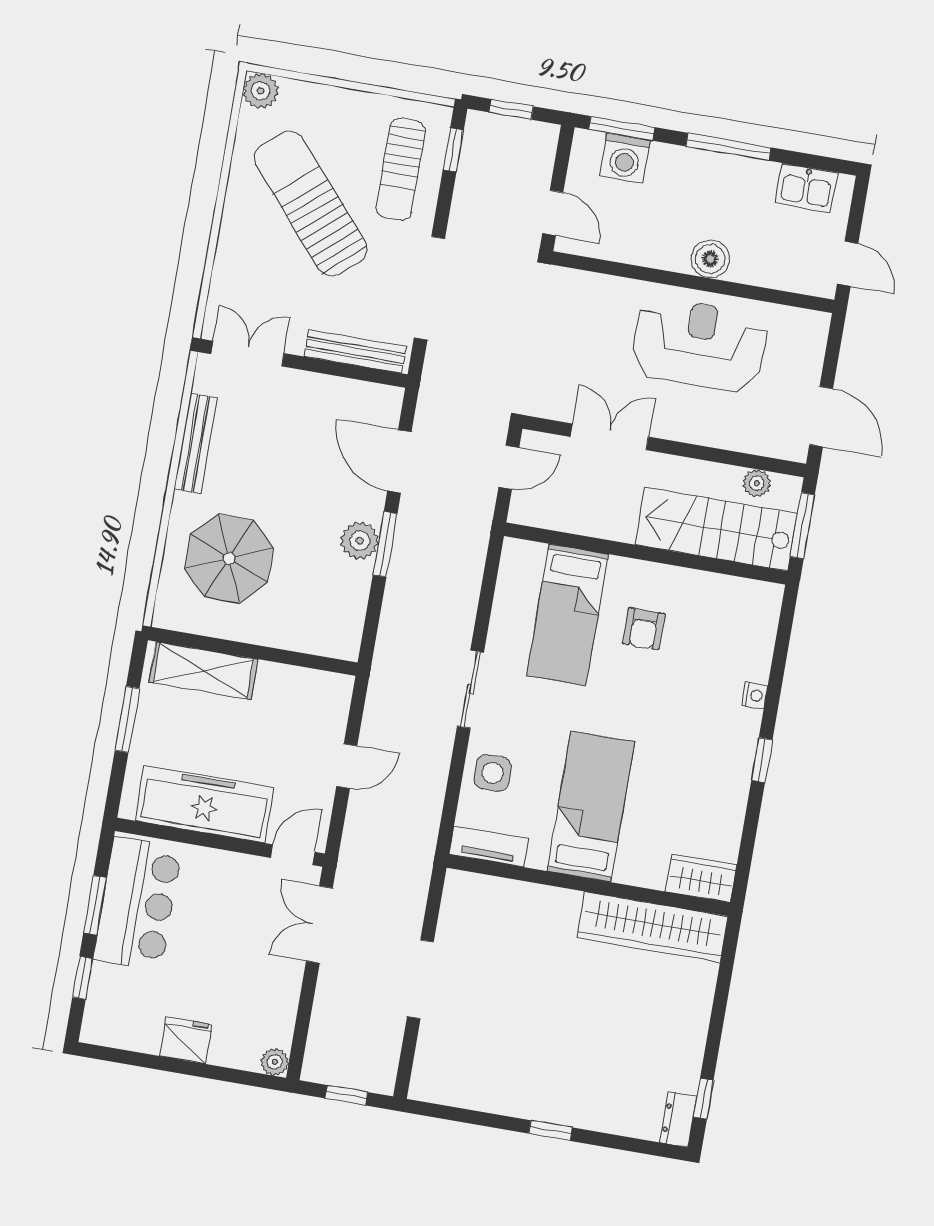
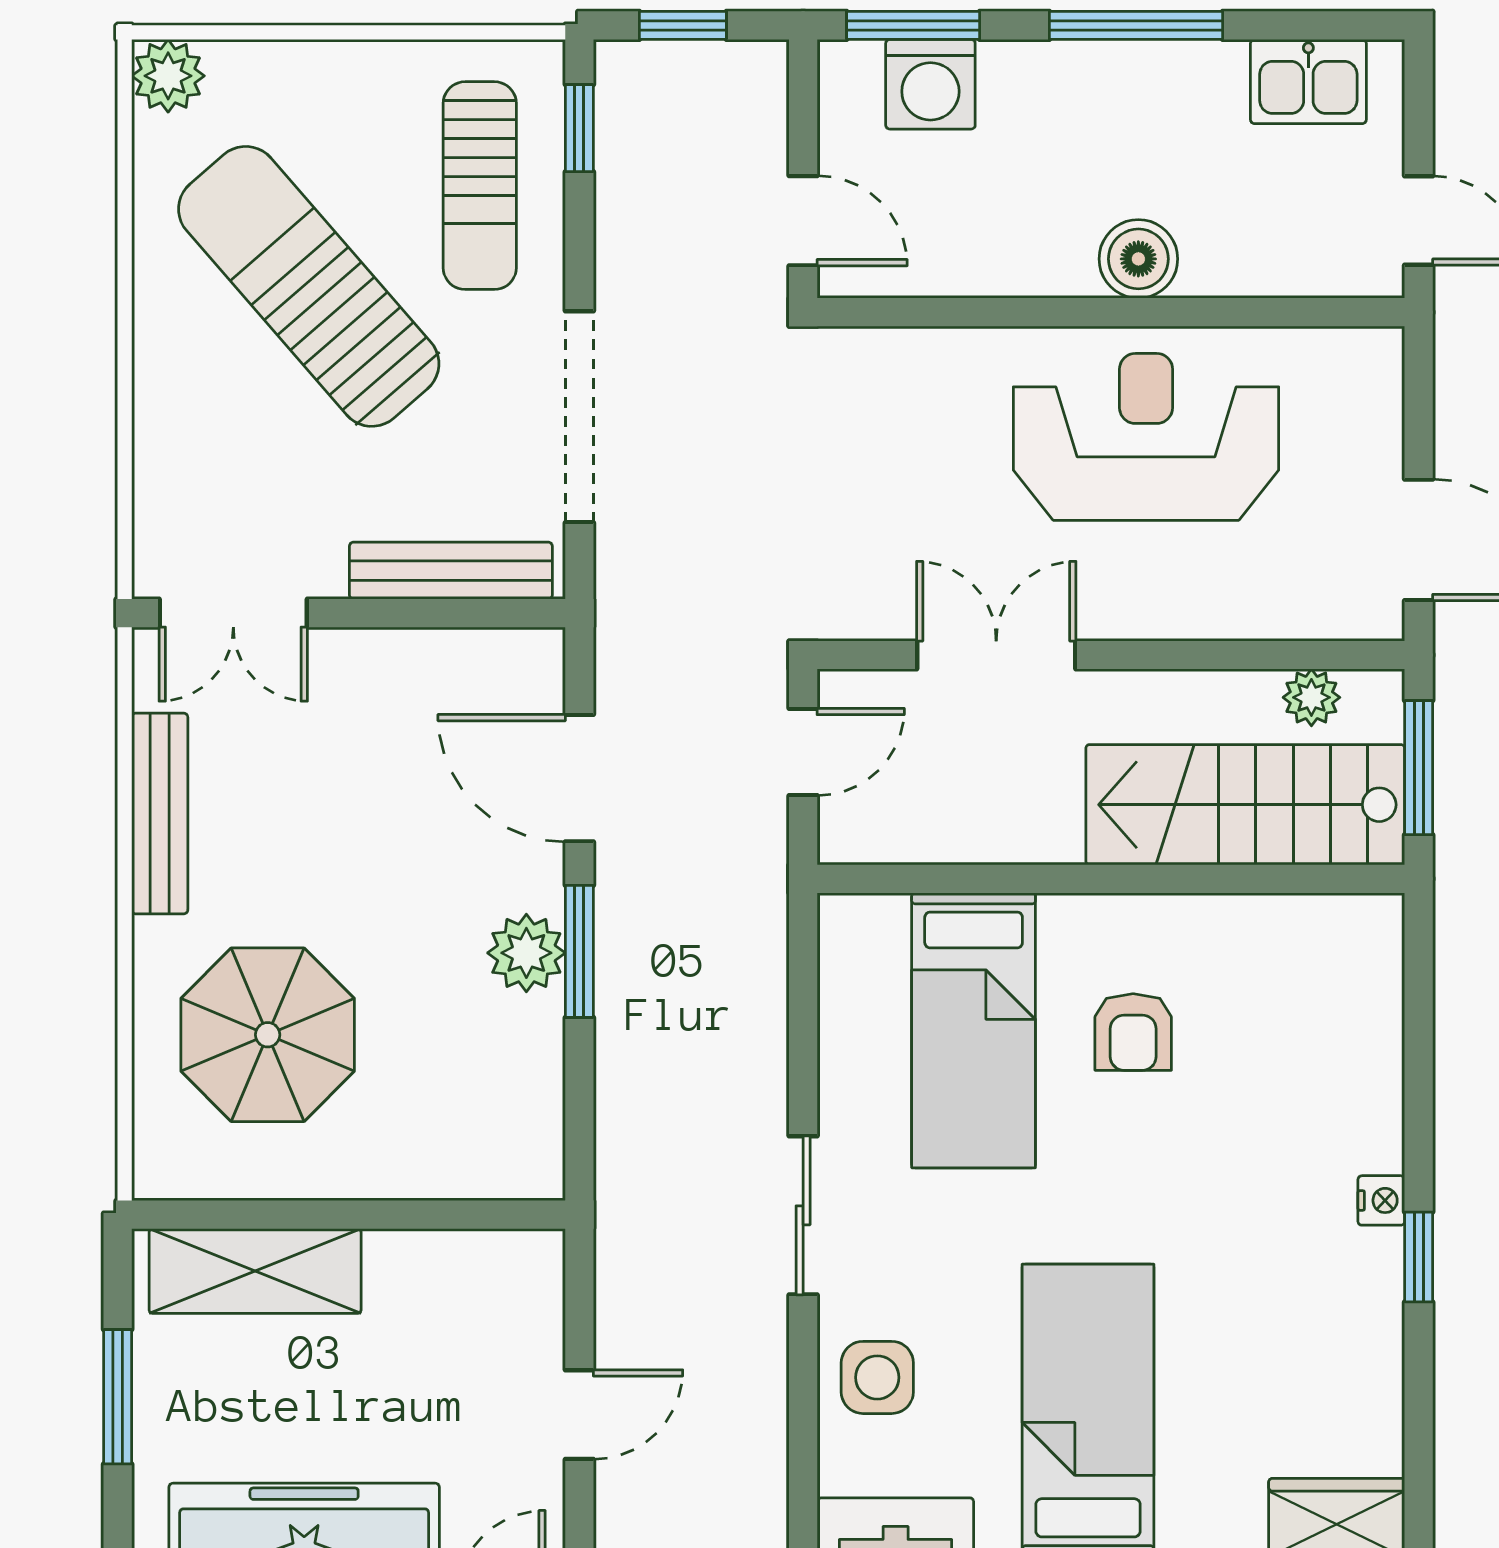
double door: (247, 354) -> (233, 613), swing flipped
nightstand: (755, 695) -> (1381, 1200), moved

